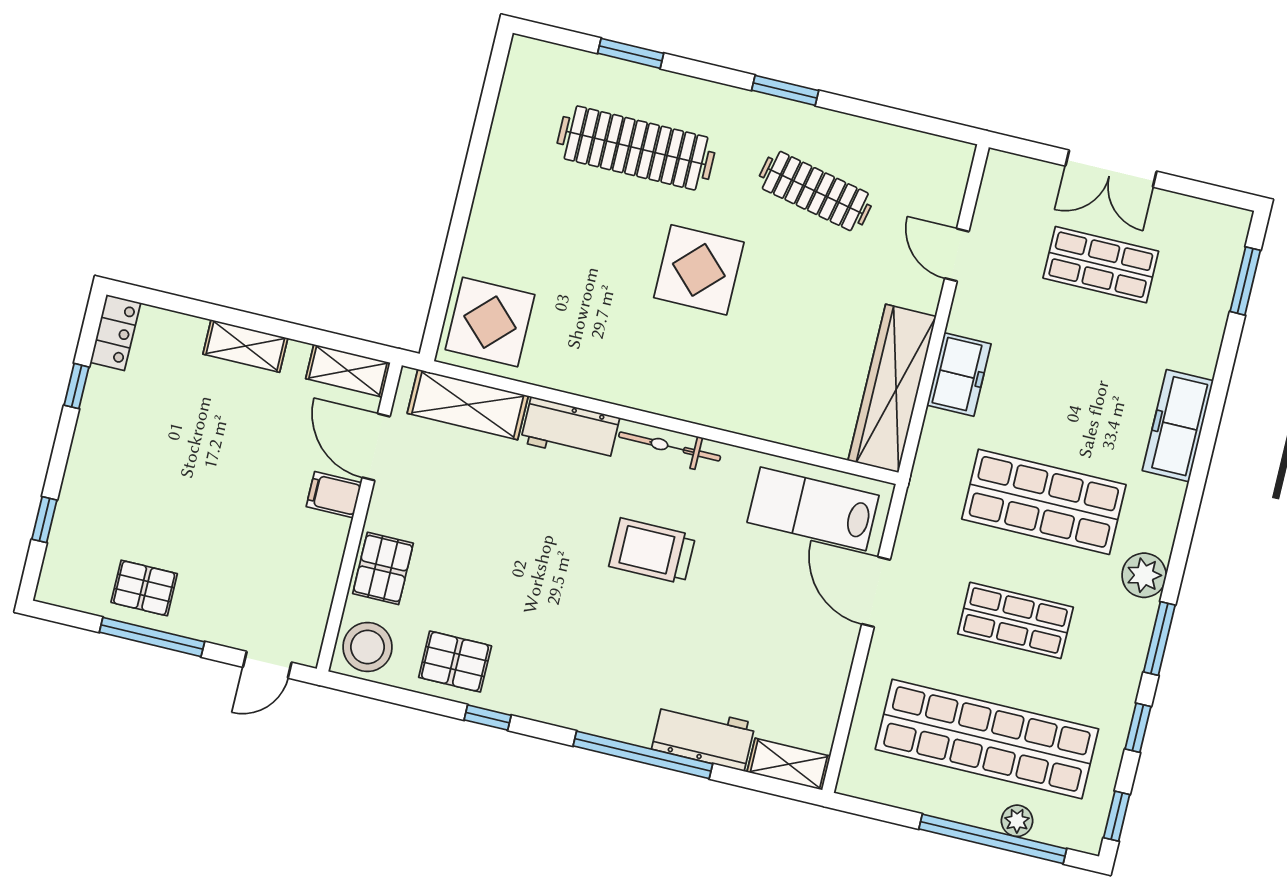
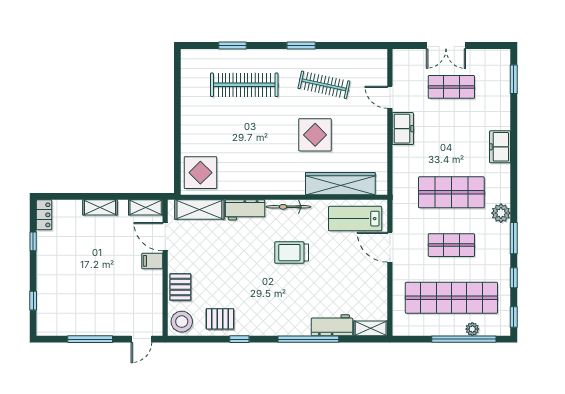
display table: (699, 270) -> (315, 135), moved
freezer: (959, 374) -> (403, 129), moved
wardrobe: (892, 388) -> (340, 184), moved, turned 90
freezer: (1178, 426) -> (500, 147), width x0.71
pallet: (144, 588) -> (82, 319), removed

